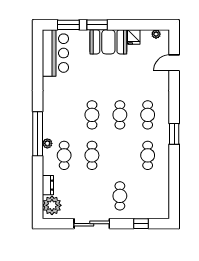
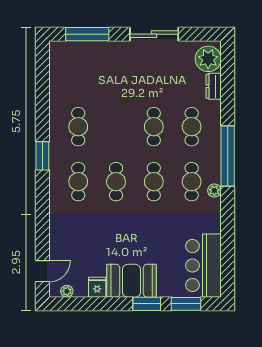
door: (174, 63) -> (42, 271), moved
plant: (47, 143) -> (214, 191), moved
cafe table: (120, 196) -> (192, 182), moved
window: (141, 224) -> (87, 34), width x2.17

